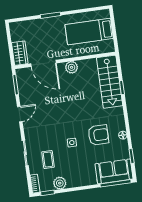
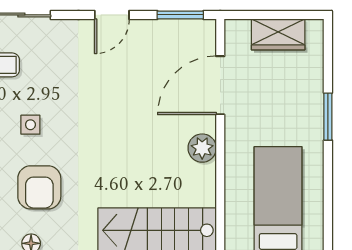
wardrobe: (20, 53) -> (278, 34), moved
door: (20, 114) -> (112, 15), hinge flipped

